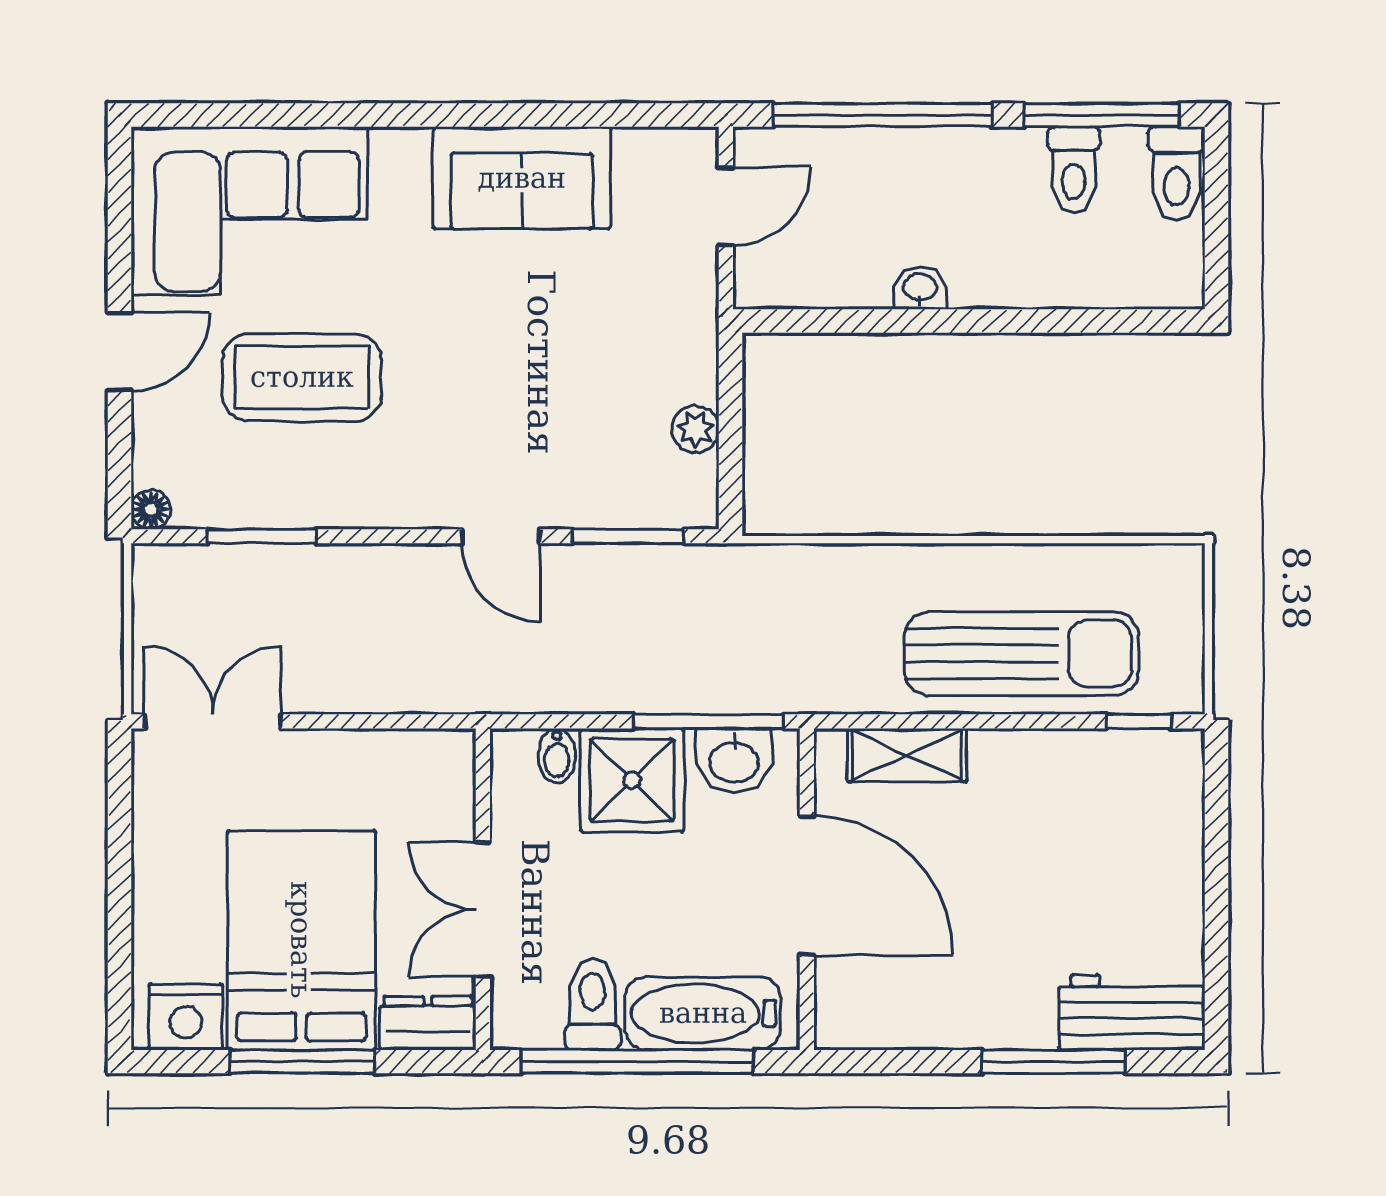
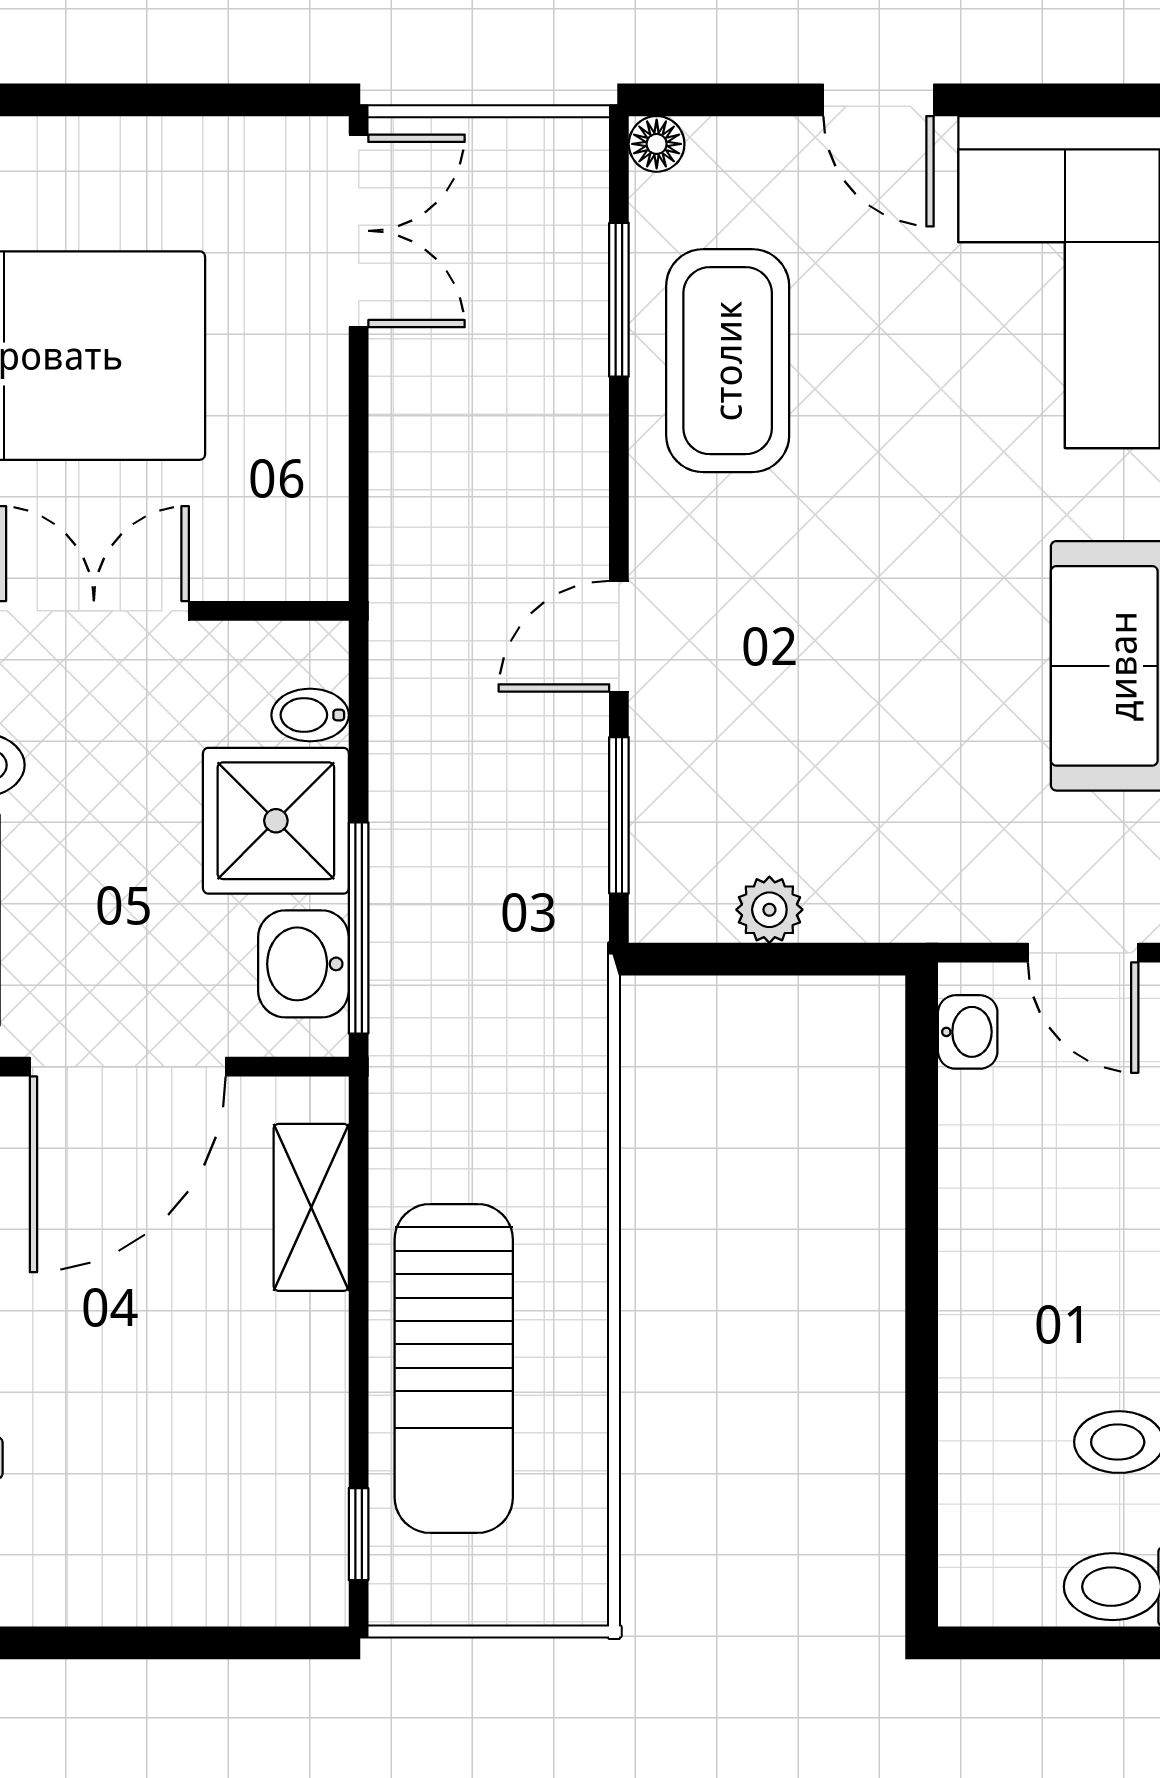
washbasin: (920, 288) -> (968, 1032), moved
coffee table: (302, 377) -> (728, 361), moved

